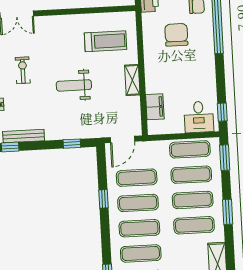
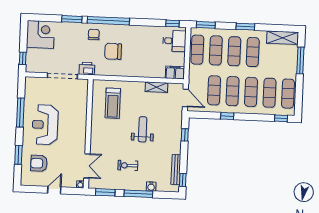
treadmill: (106, 41) -> (113, 103), turned 180
shelving: (132, 80) -> (156, 87), moved
weight bench: (74, 85) -> (143, 129), turned 180
filing cabinet: (155, 107) -> (175, 72), moved

